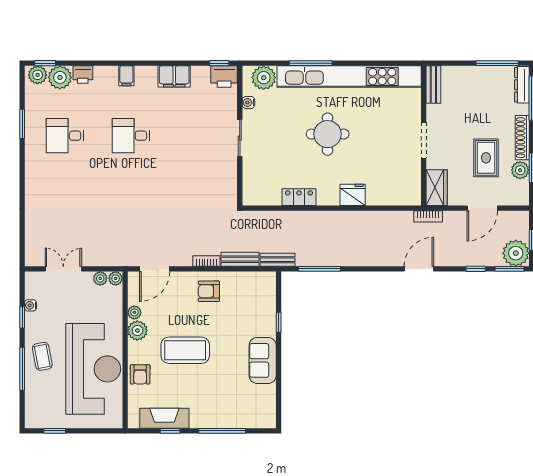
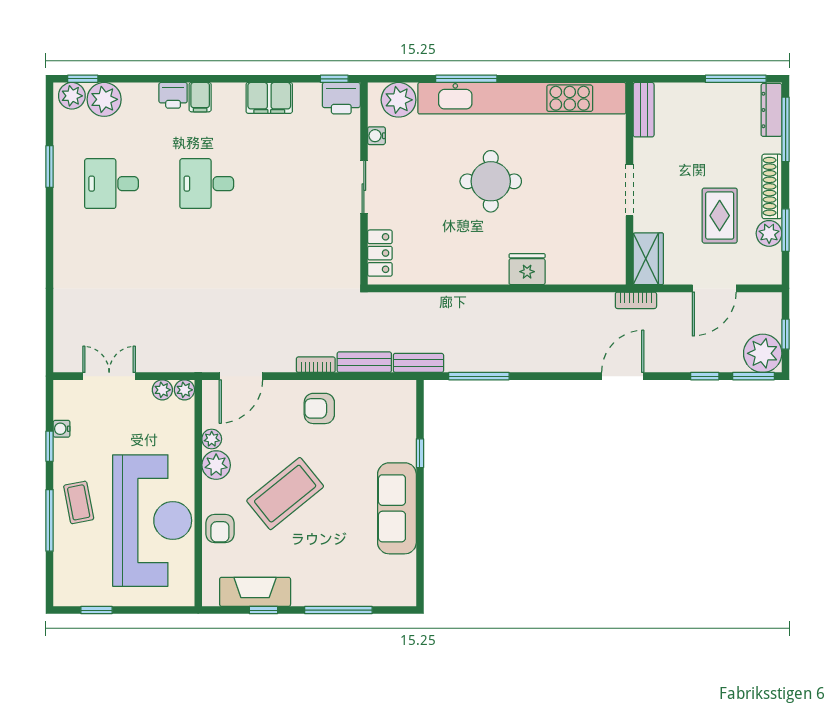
printer: (83, 75) -> (173, 95), moved
locker: (299, 197) -> (380, 253), moved, turned 90
coffee table: (185, 350) -> (285, 494), turned -39
sofa: (263, 360) -> (397, 508), width x1.36

